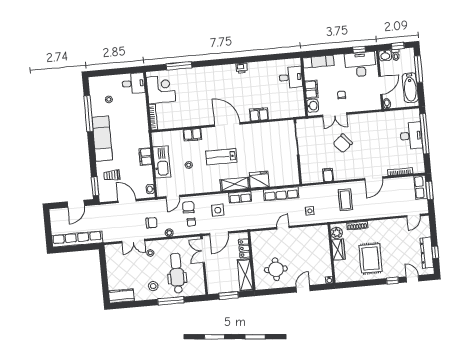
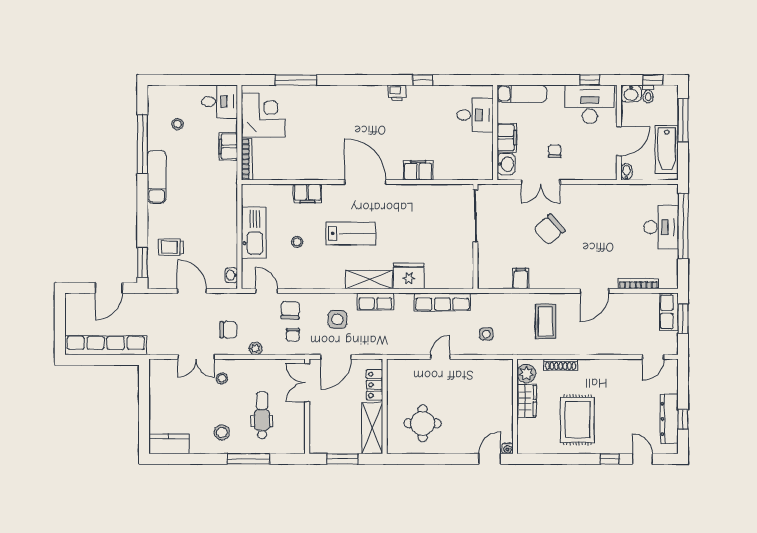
window: (257, 59) -> (423, 80), added
exam couch: (102, 139) -> (157, 177), width x0.73, depth x0.69
filing cabinet: (145, 157) -> (228, 146), moved
lab bench: (221, 157) -> (351, 233), turned 180
door: (173, 197) -> (266, 291), swing flipped
dental chair: (177, 273) -> (262, 415), width x0.73, depth x0.72
door: (303, 289) -> (490, 459), moved

